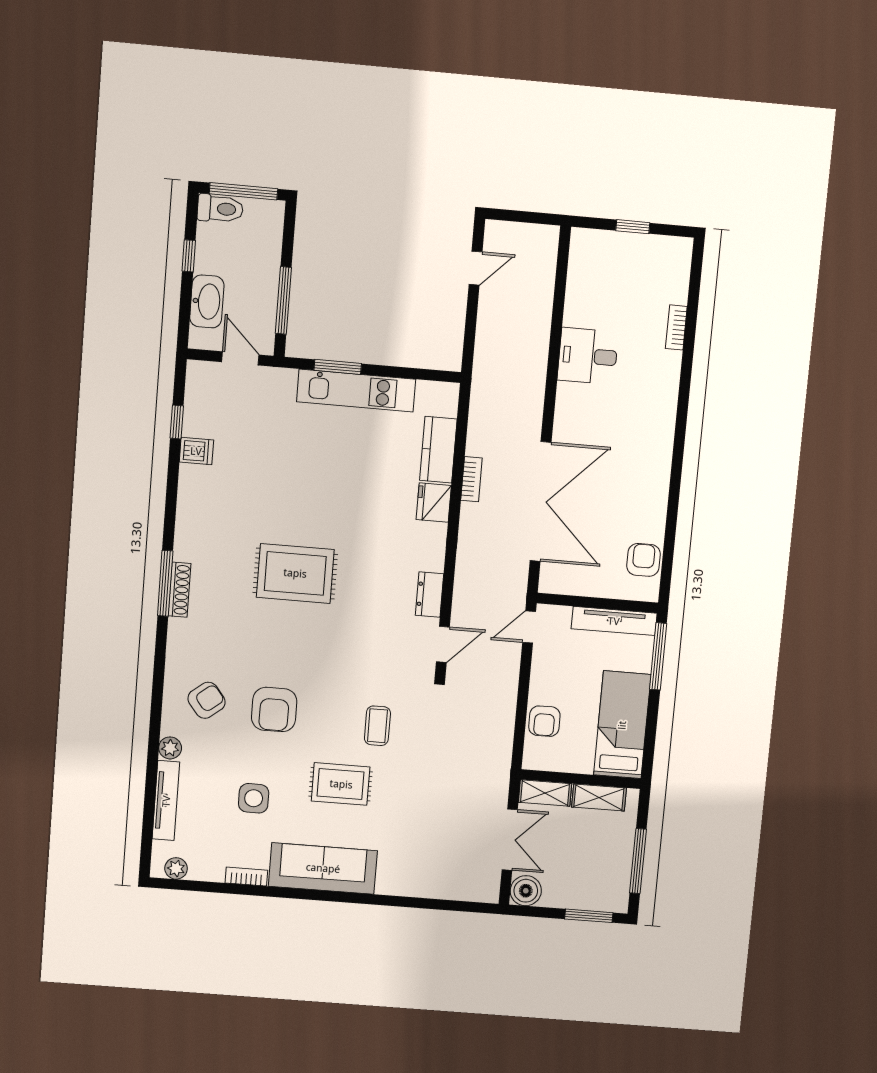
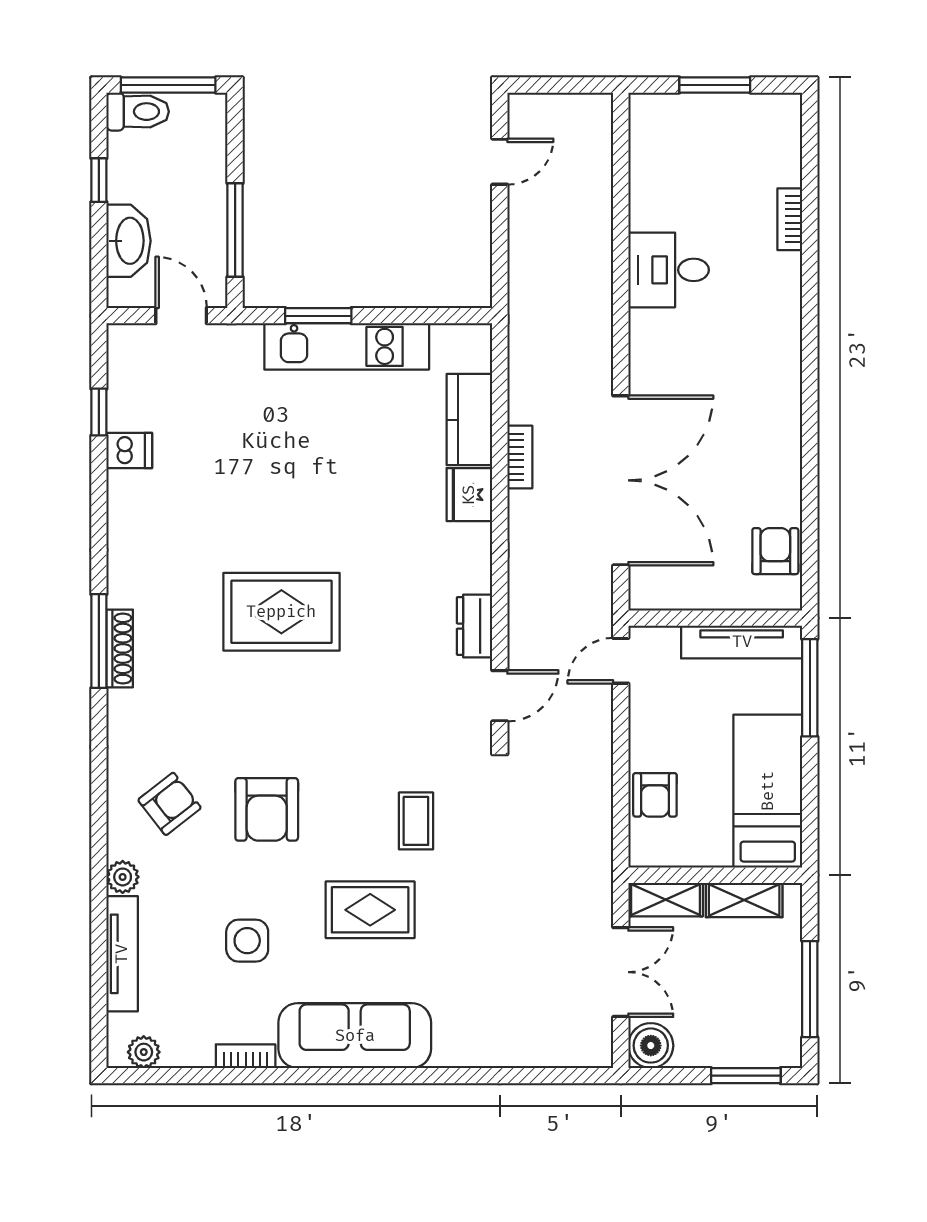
window: (633, 227) -> (715, 85), width x1.50

